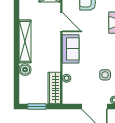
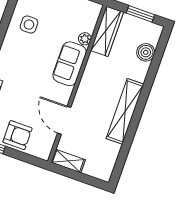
sofa: (71, 49) -> (70, 64), moved
boiler: (25, 70) -> (146, 52), moved

